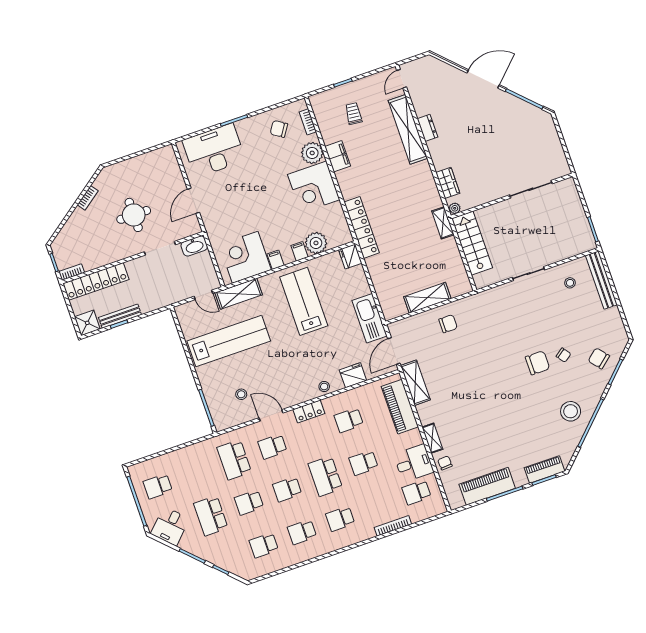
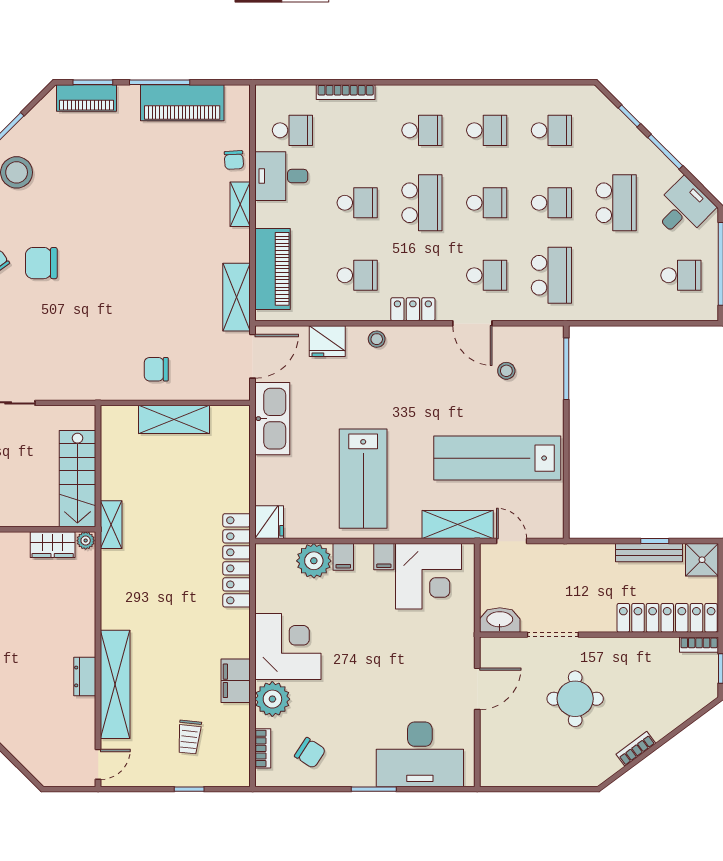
wardrobe: (448, 183) -> (53, 545), moved, turned -90

